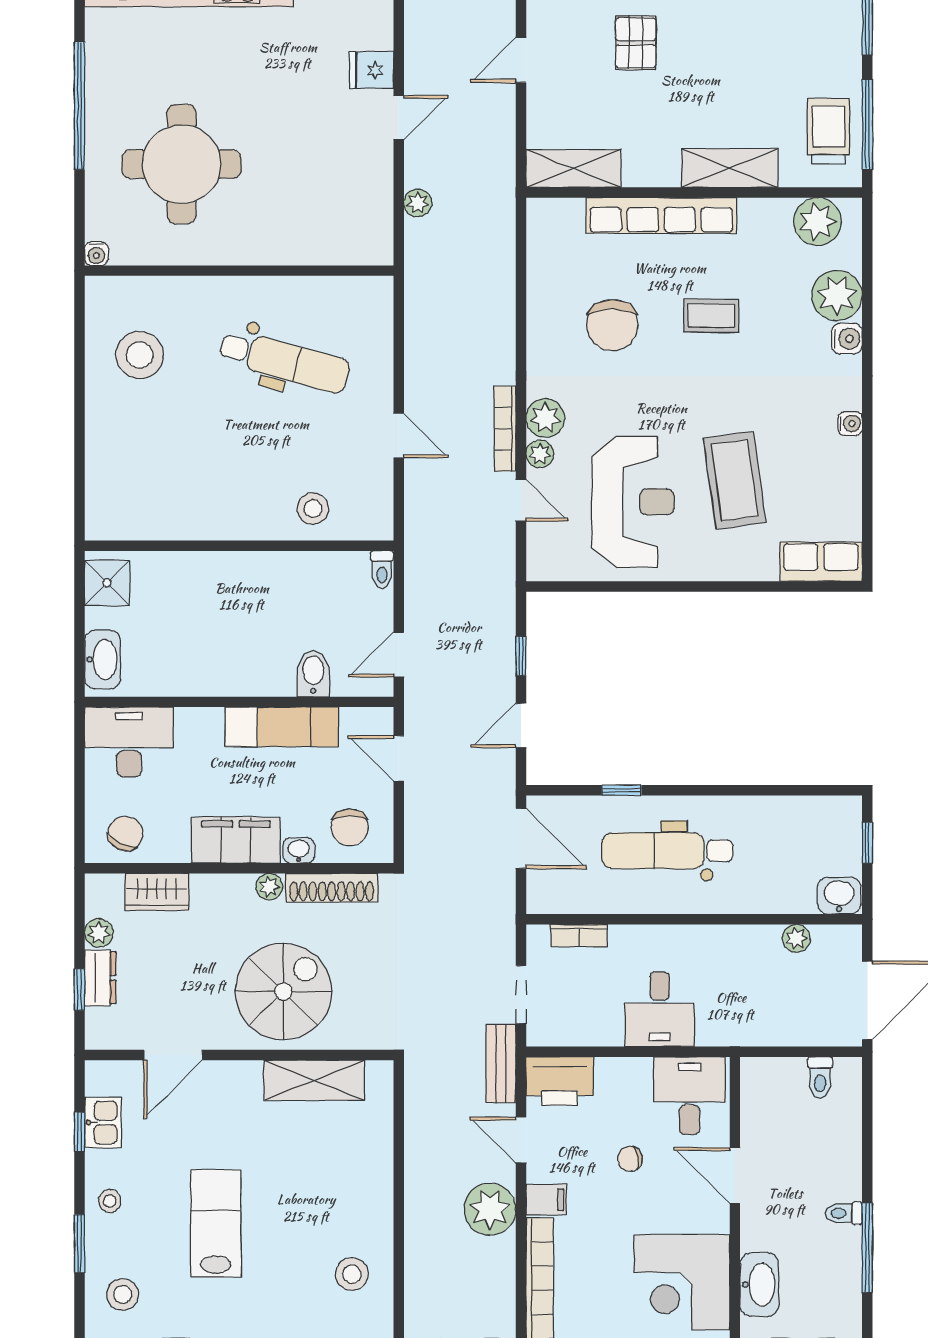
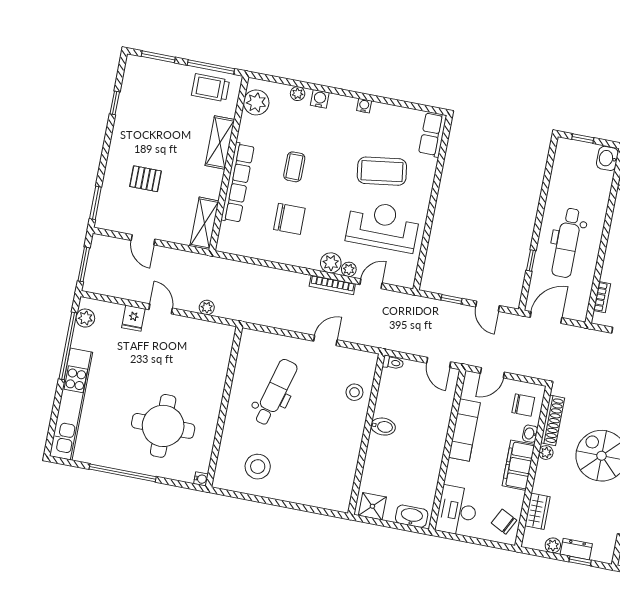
plant: (837, 295) -> (298, 94), width x0.53, depth x0.53
bidet: (313, 674) -> (383, 427), moved, turned 180

